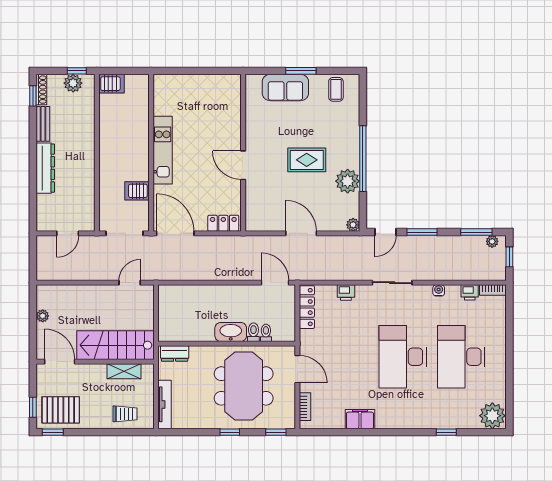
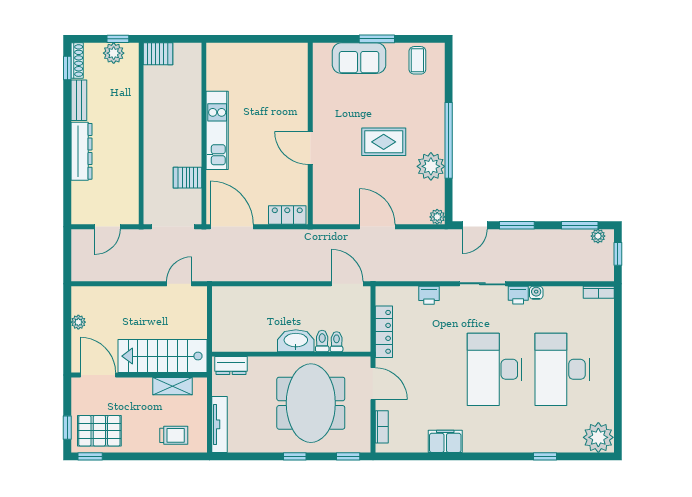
printer: (470, 292) -> (518, 295), moved
locker: (307, 307) -> (384, 332), moved

